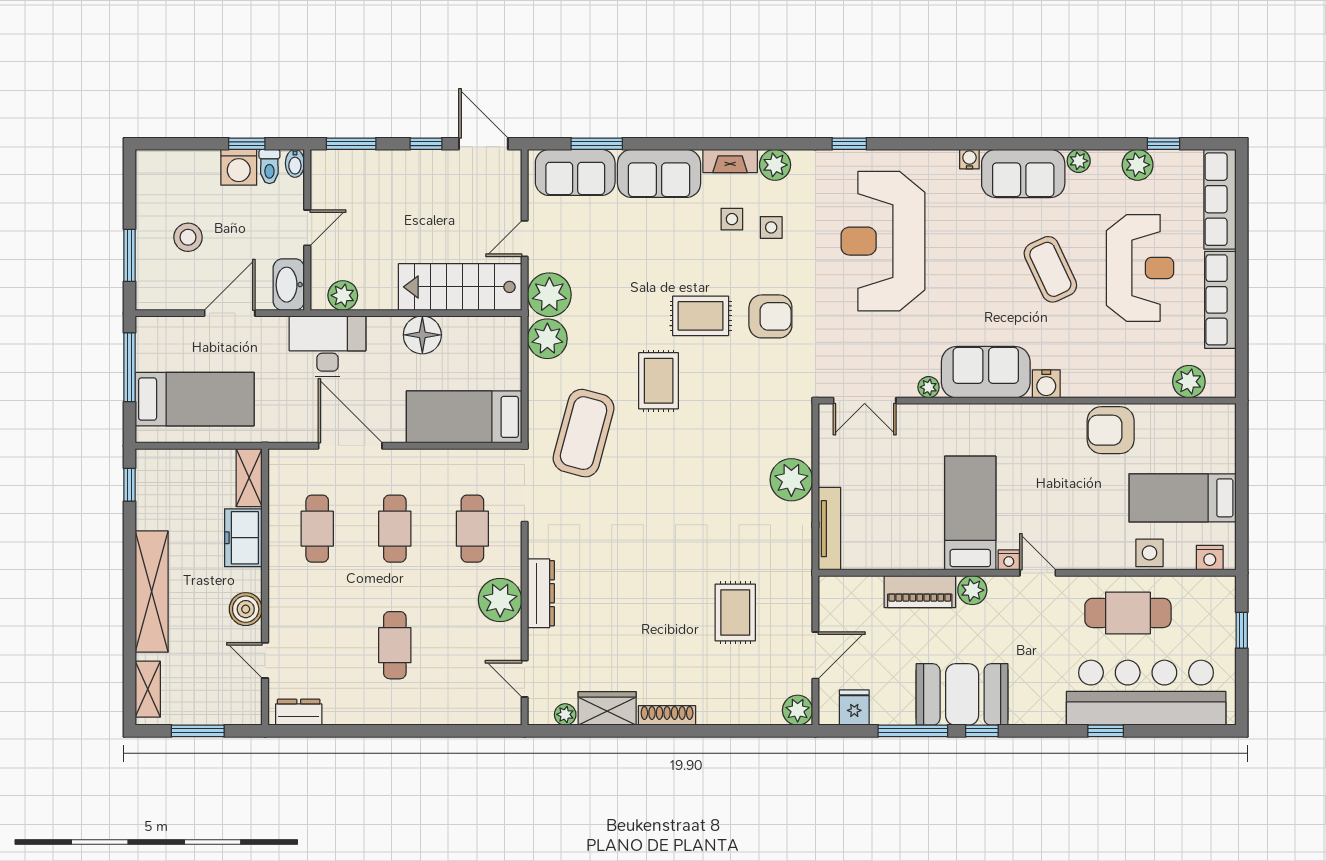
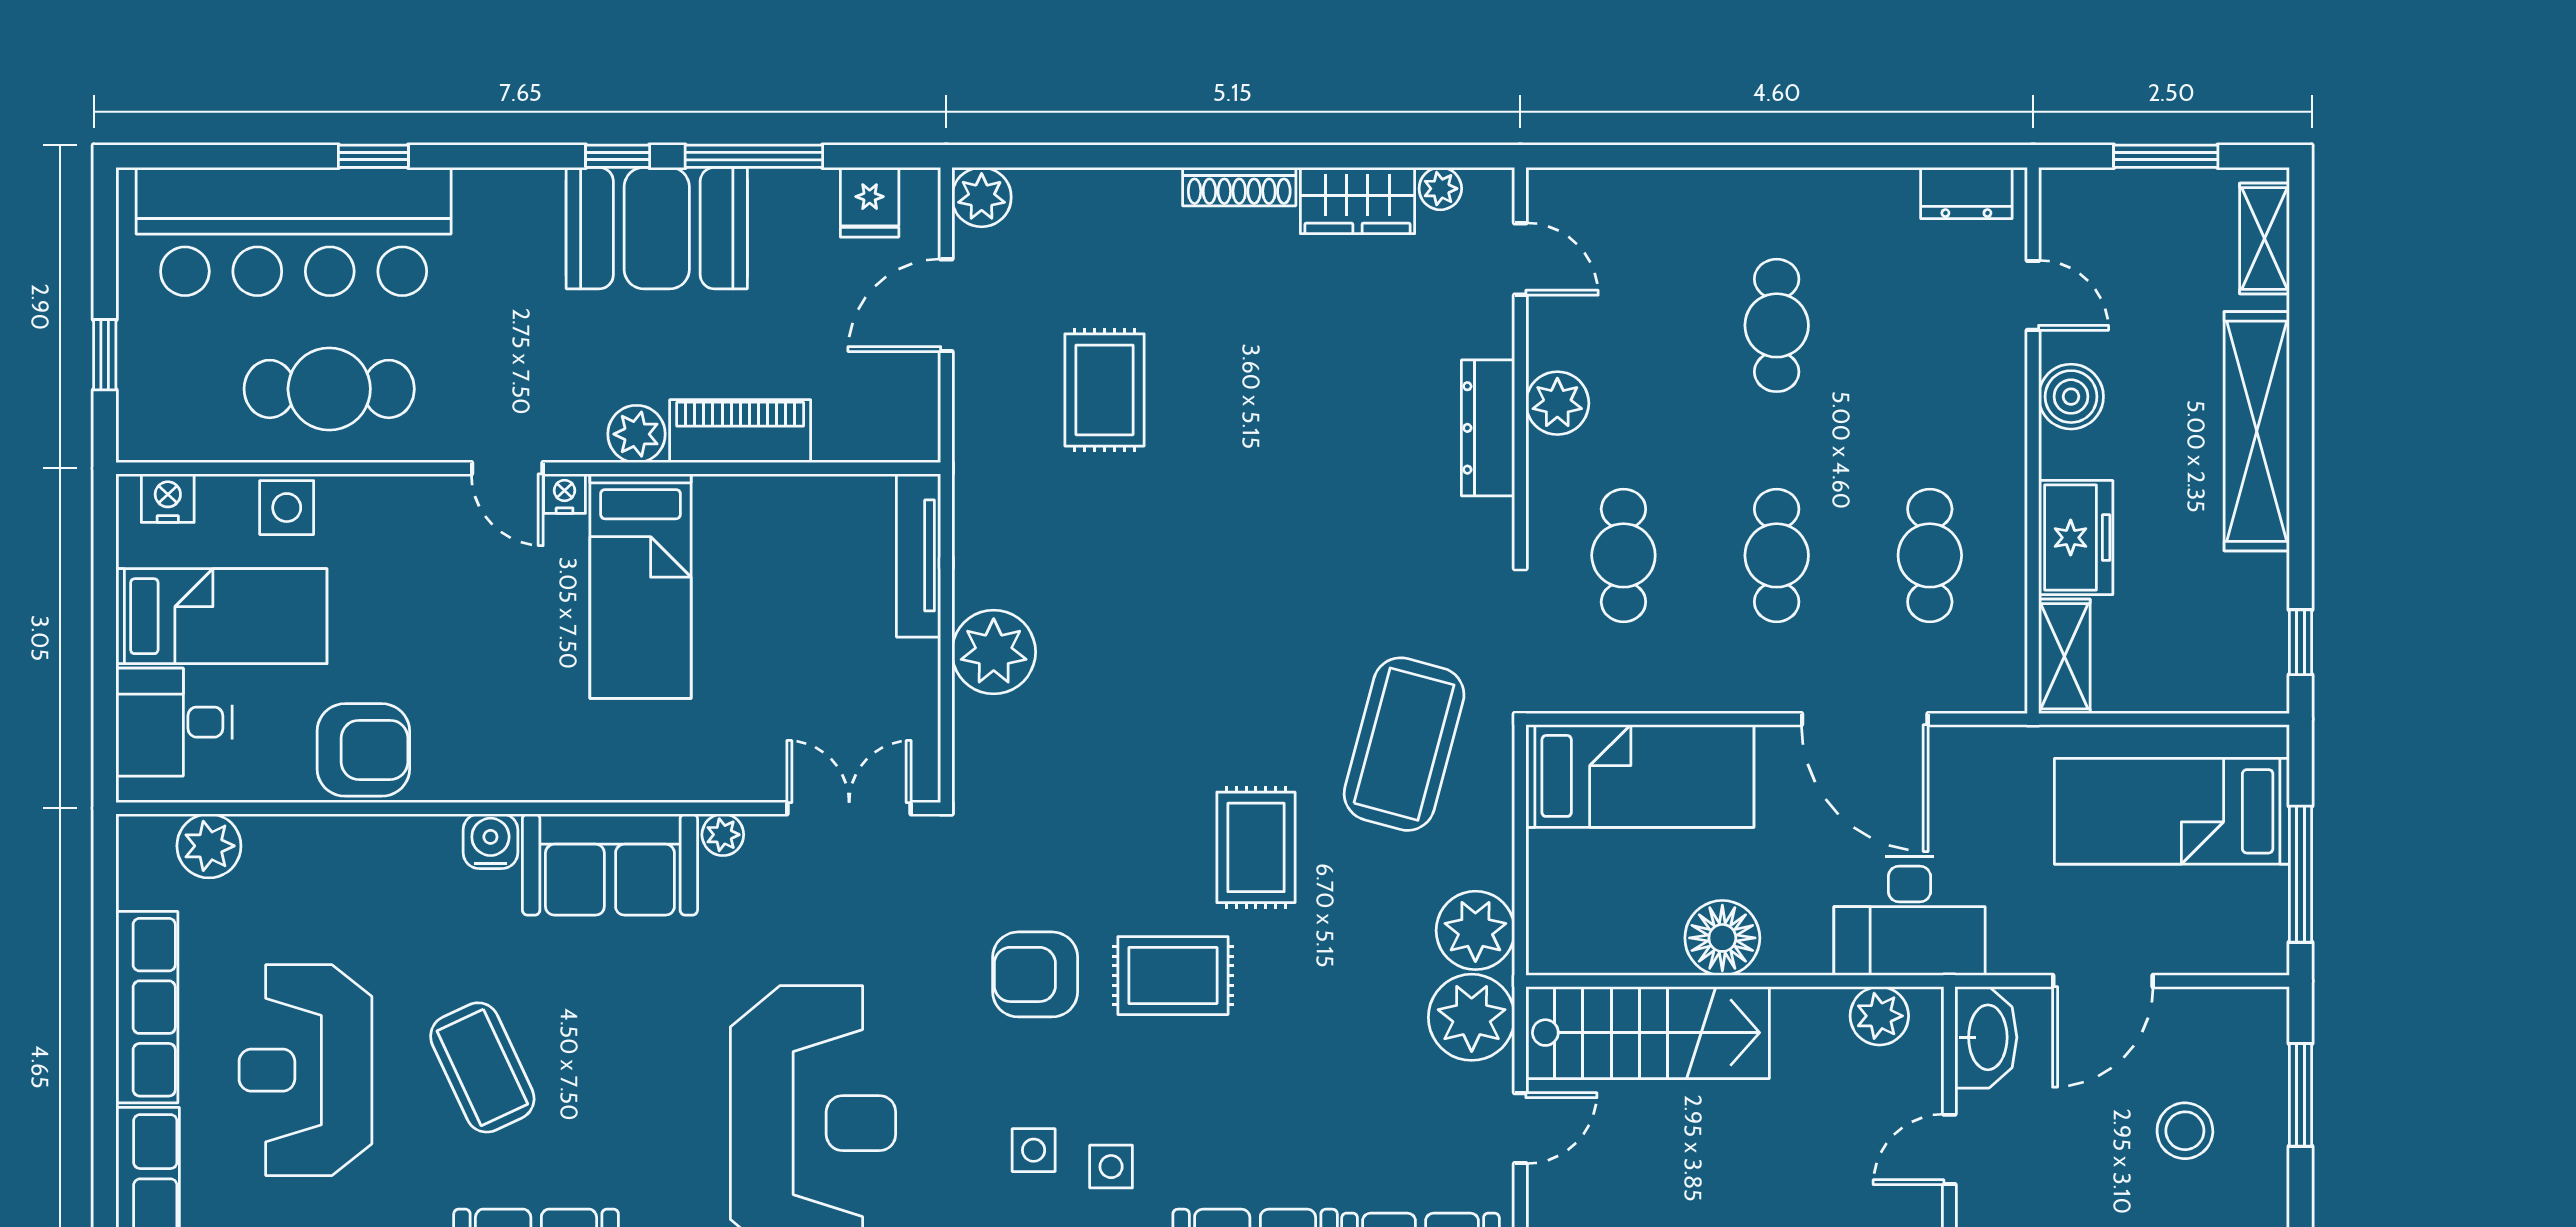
desk: (1207, 444) -> (174, 722), added
plant: (500, 600) -> (1557, 403), width x0.73, depth x0.73

